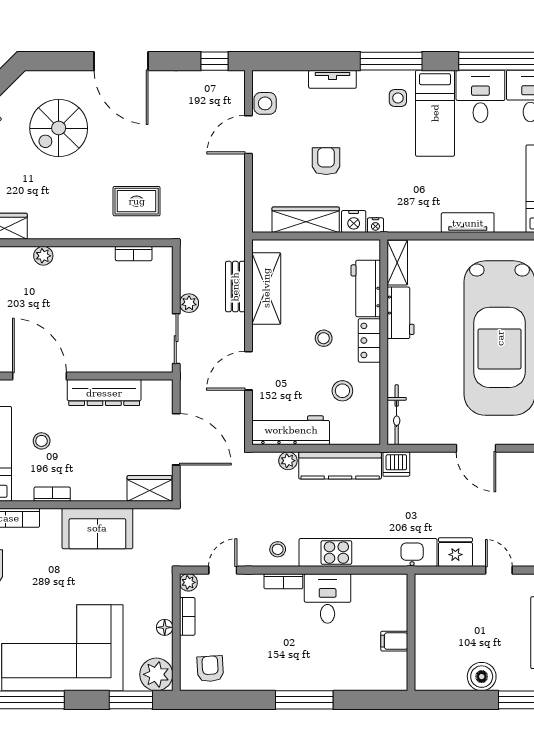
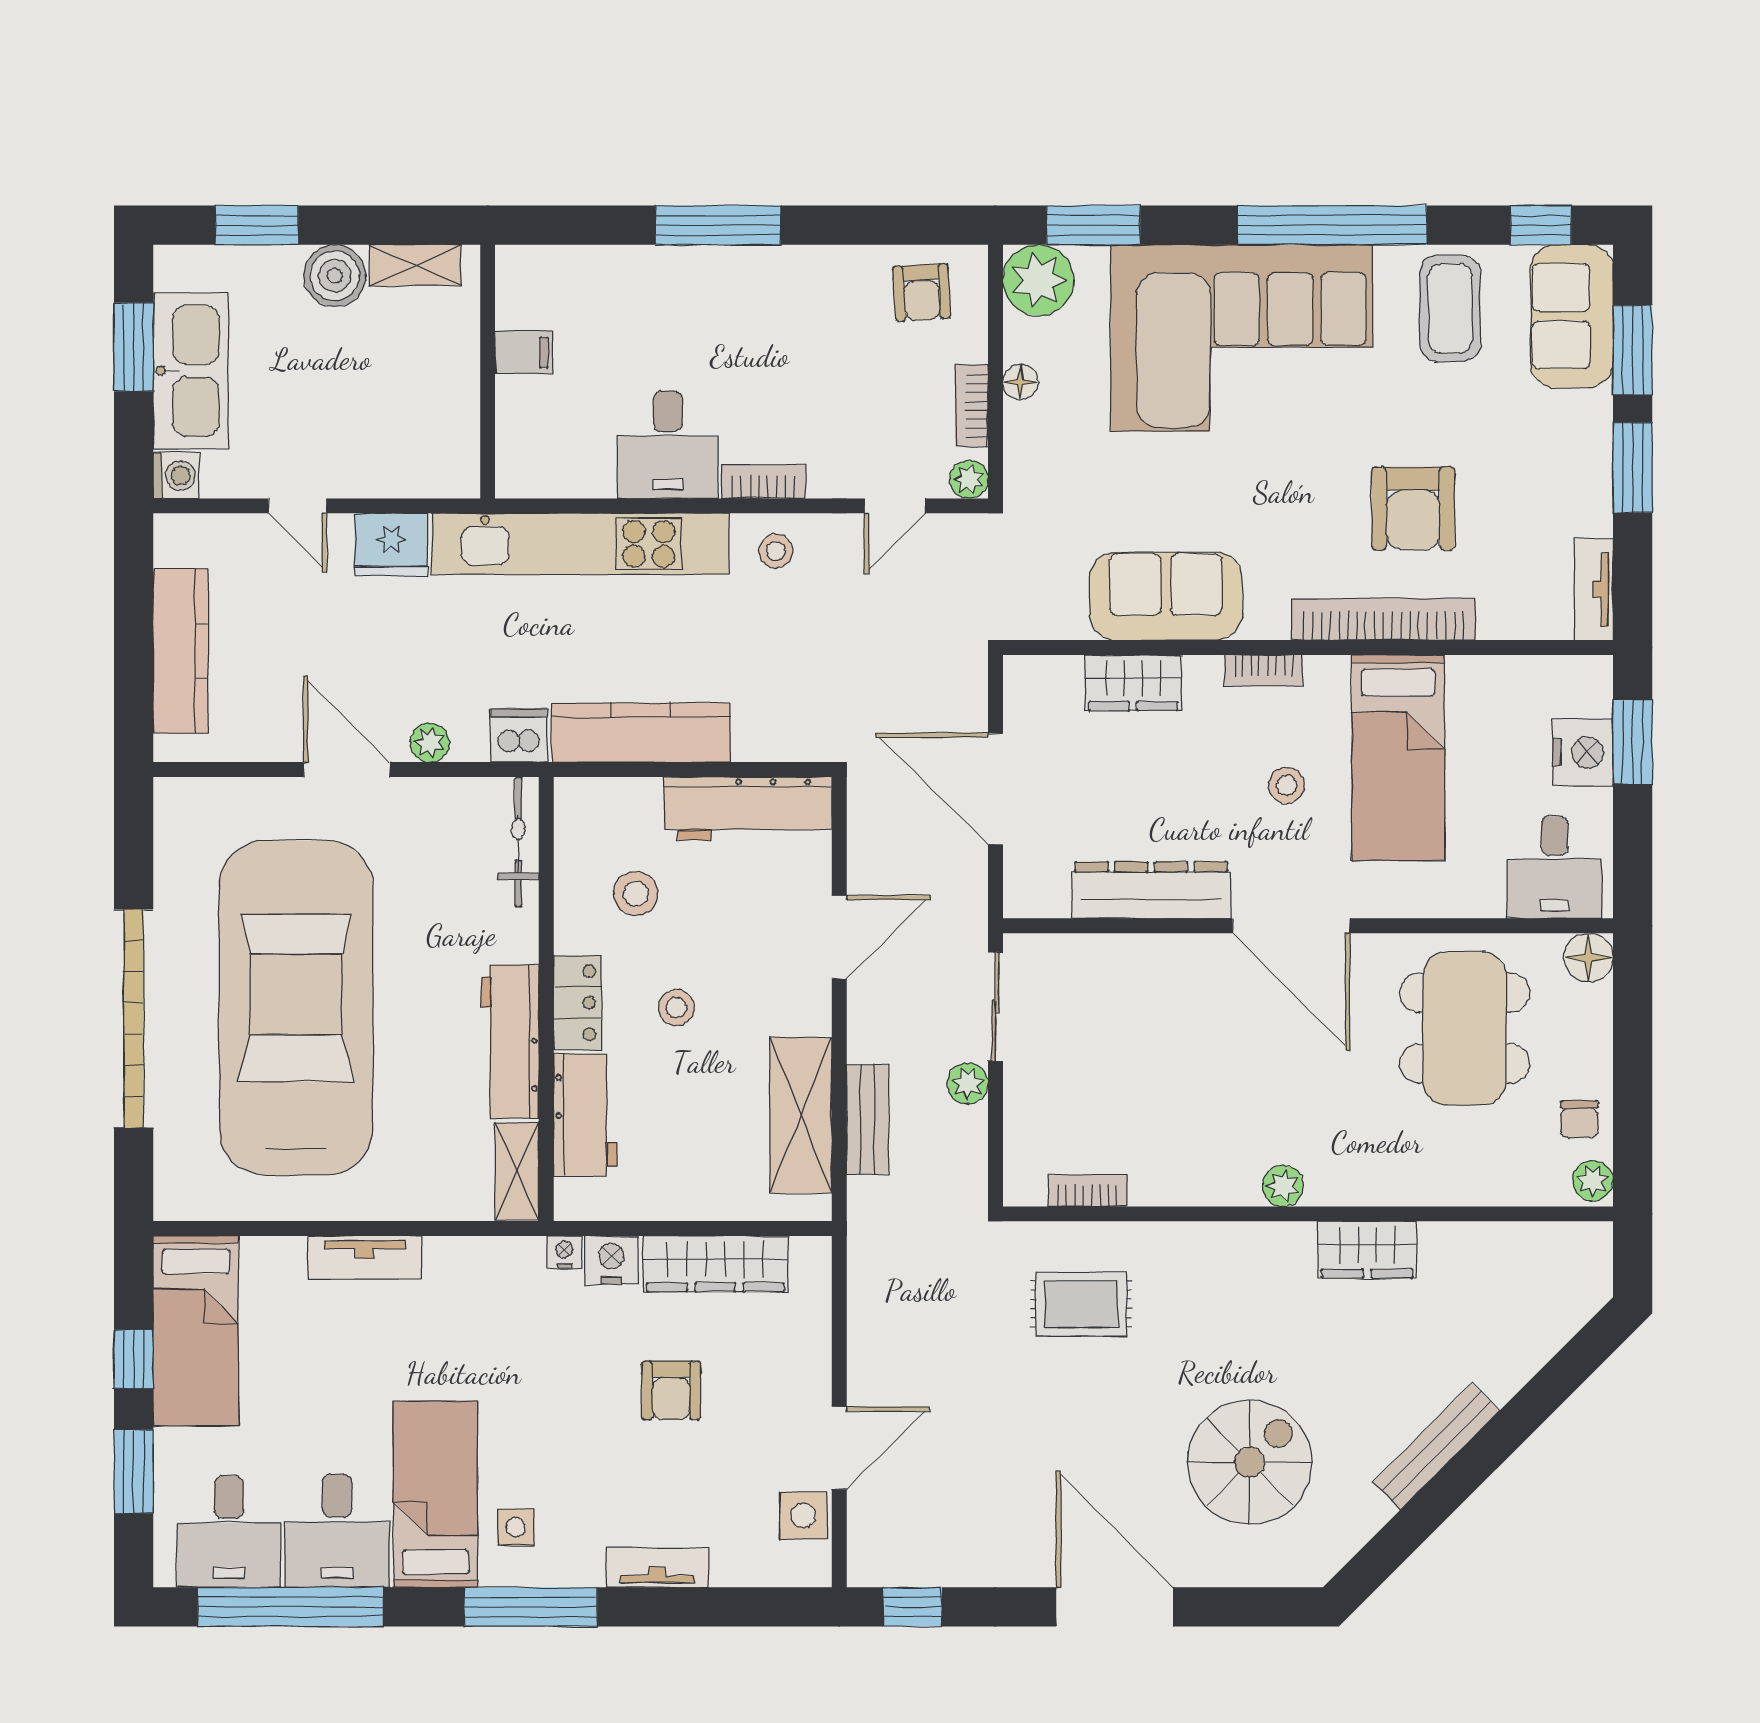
workbench: (401, 313) -> (510, 1042), width x1.38
plant: (288, 461) -> (430, 743), moved
wardrobe: (150, 488) -> (1133, 683), moved
shelving: (444, 681) -> (415, 265), added

